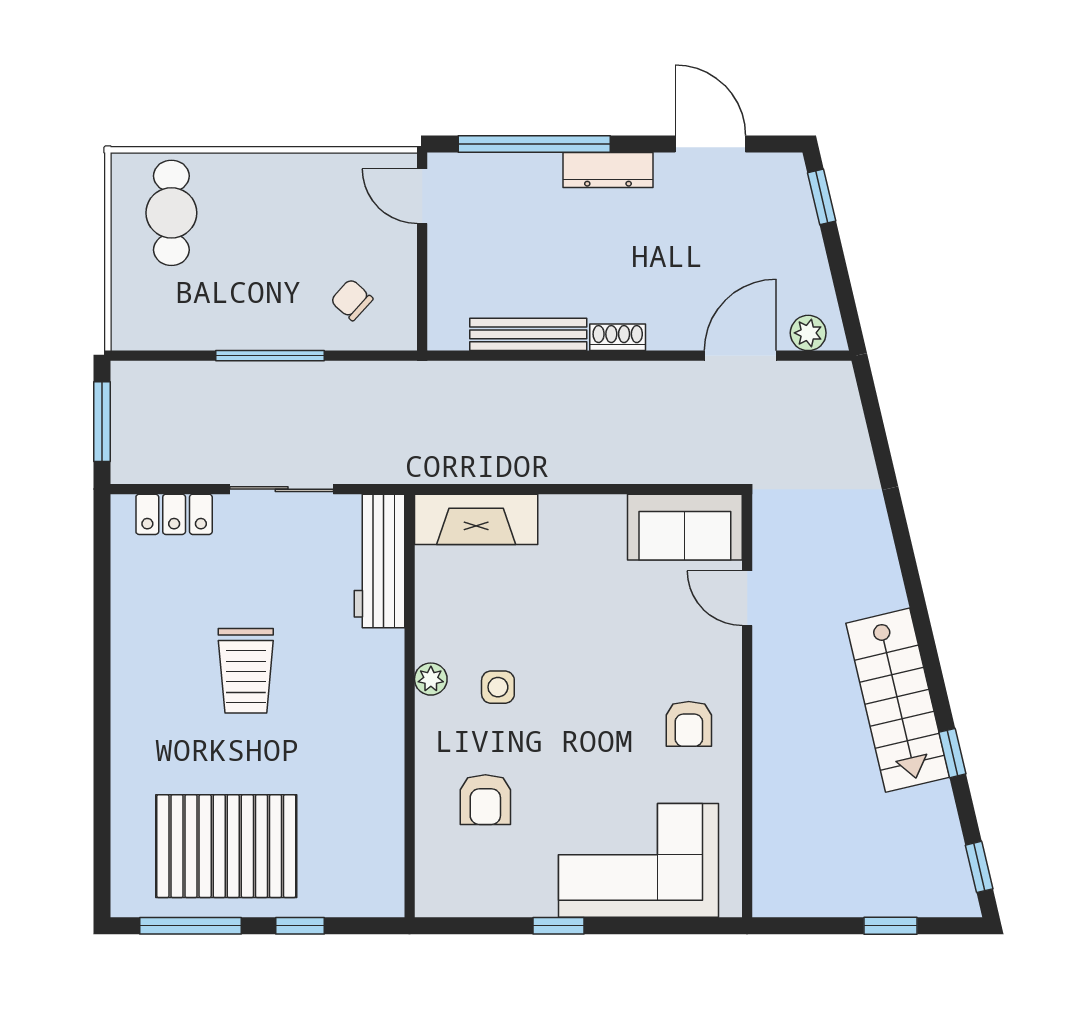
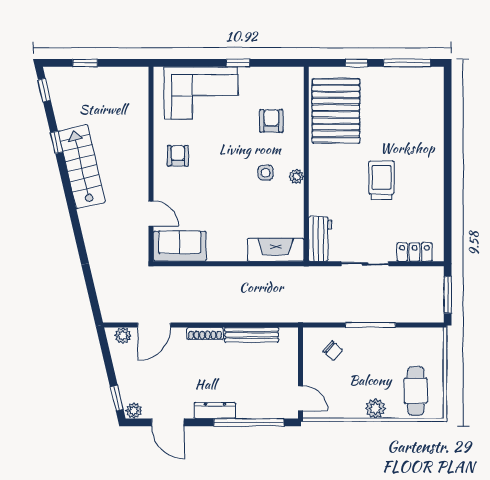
plant: (784, 170) -> (134, 411), added
plant: (259, 174) -> (375, 409), added
shoe rack: (618, 337) -> (205, 334), width x1.43
workbench: (379, 561) -> (320, 239), width x0.73
pallet: (226, 846) -> (336, 111), moved, turned 90

